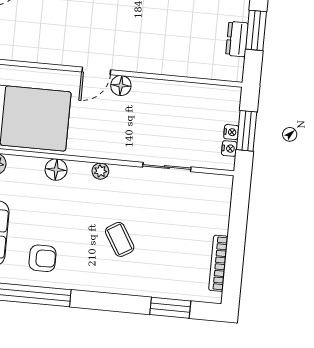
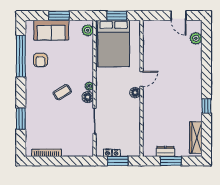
door: (96, 71) -> (142, 79), swing flipped
floor lamp: (56, 170) -> (88, 97), moved
coffee table: (120, 239) -> (62, 92), moved
window: (170, 308) -> (21, 119), moved

